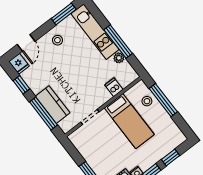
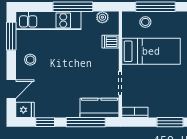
door: (26, 43) -> (11, 89), hinge flipped
plant: (119, 58) -> (102, 17), moved
kitchen counter: (53, 105) -> (100, 108), moved
bookcase: (77, 143) -> (135, 112), added

